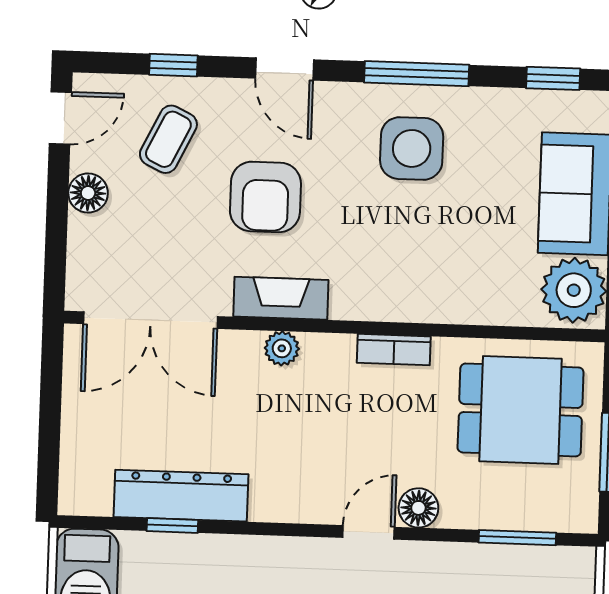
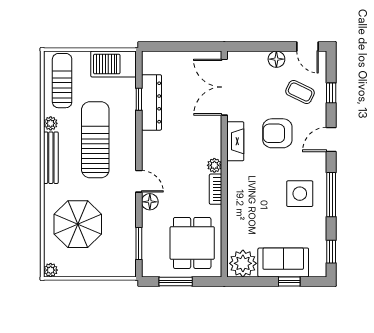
plant: (282, 348) -> (214, 165), moved

